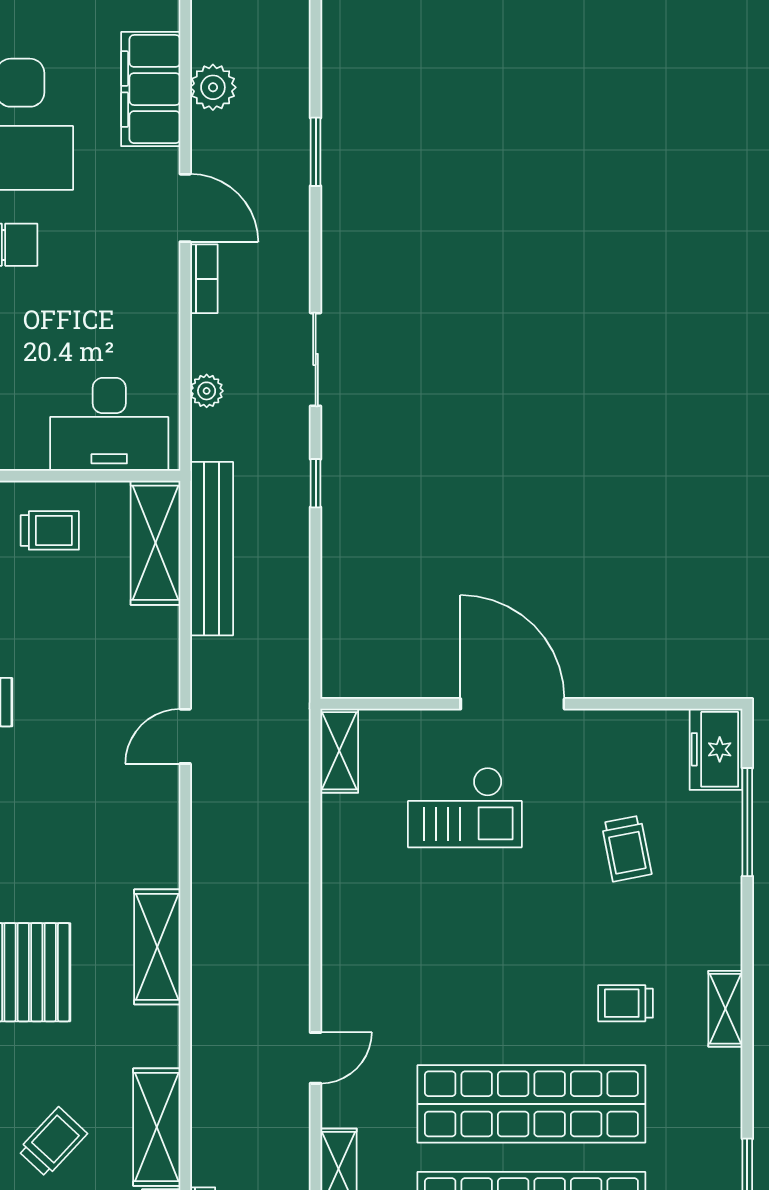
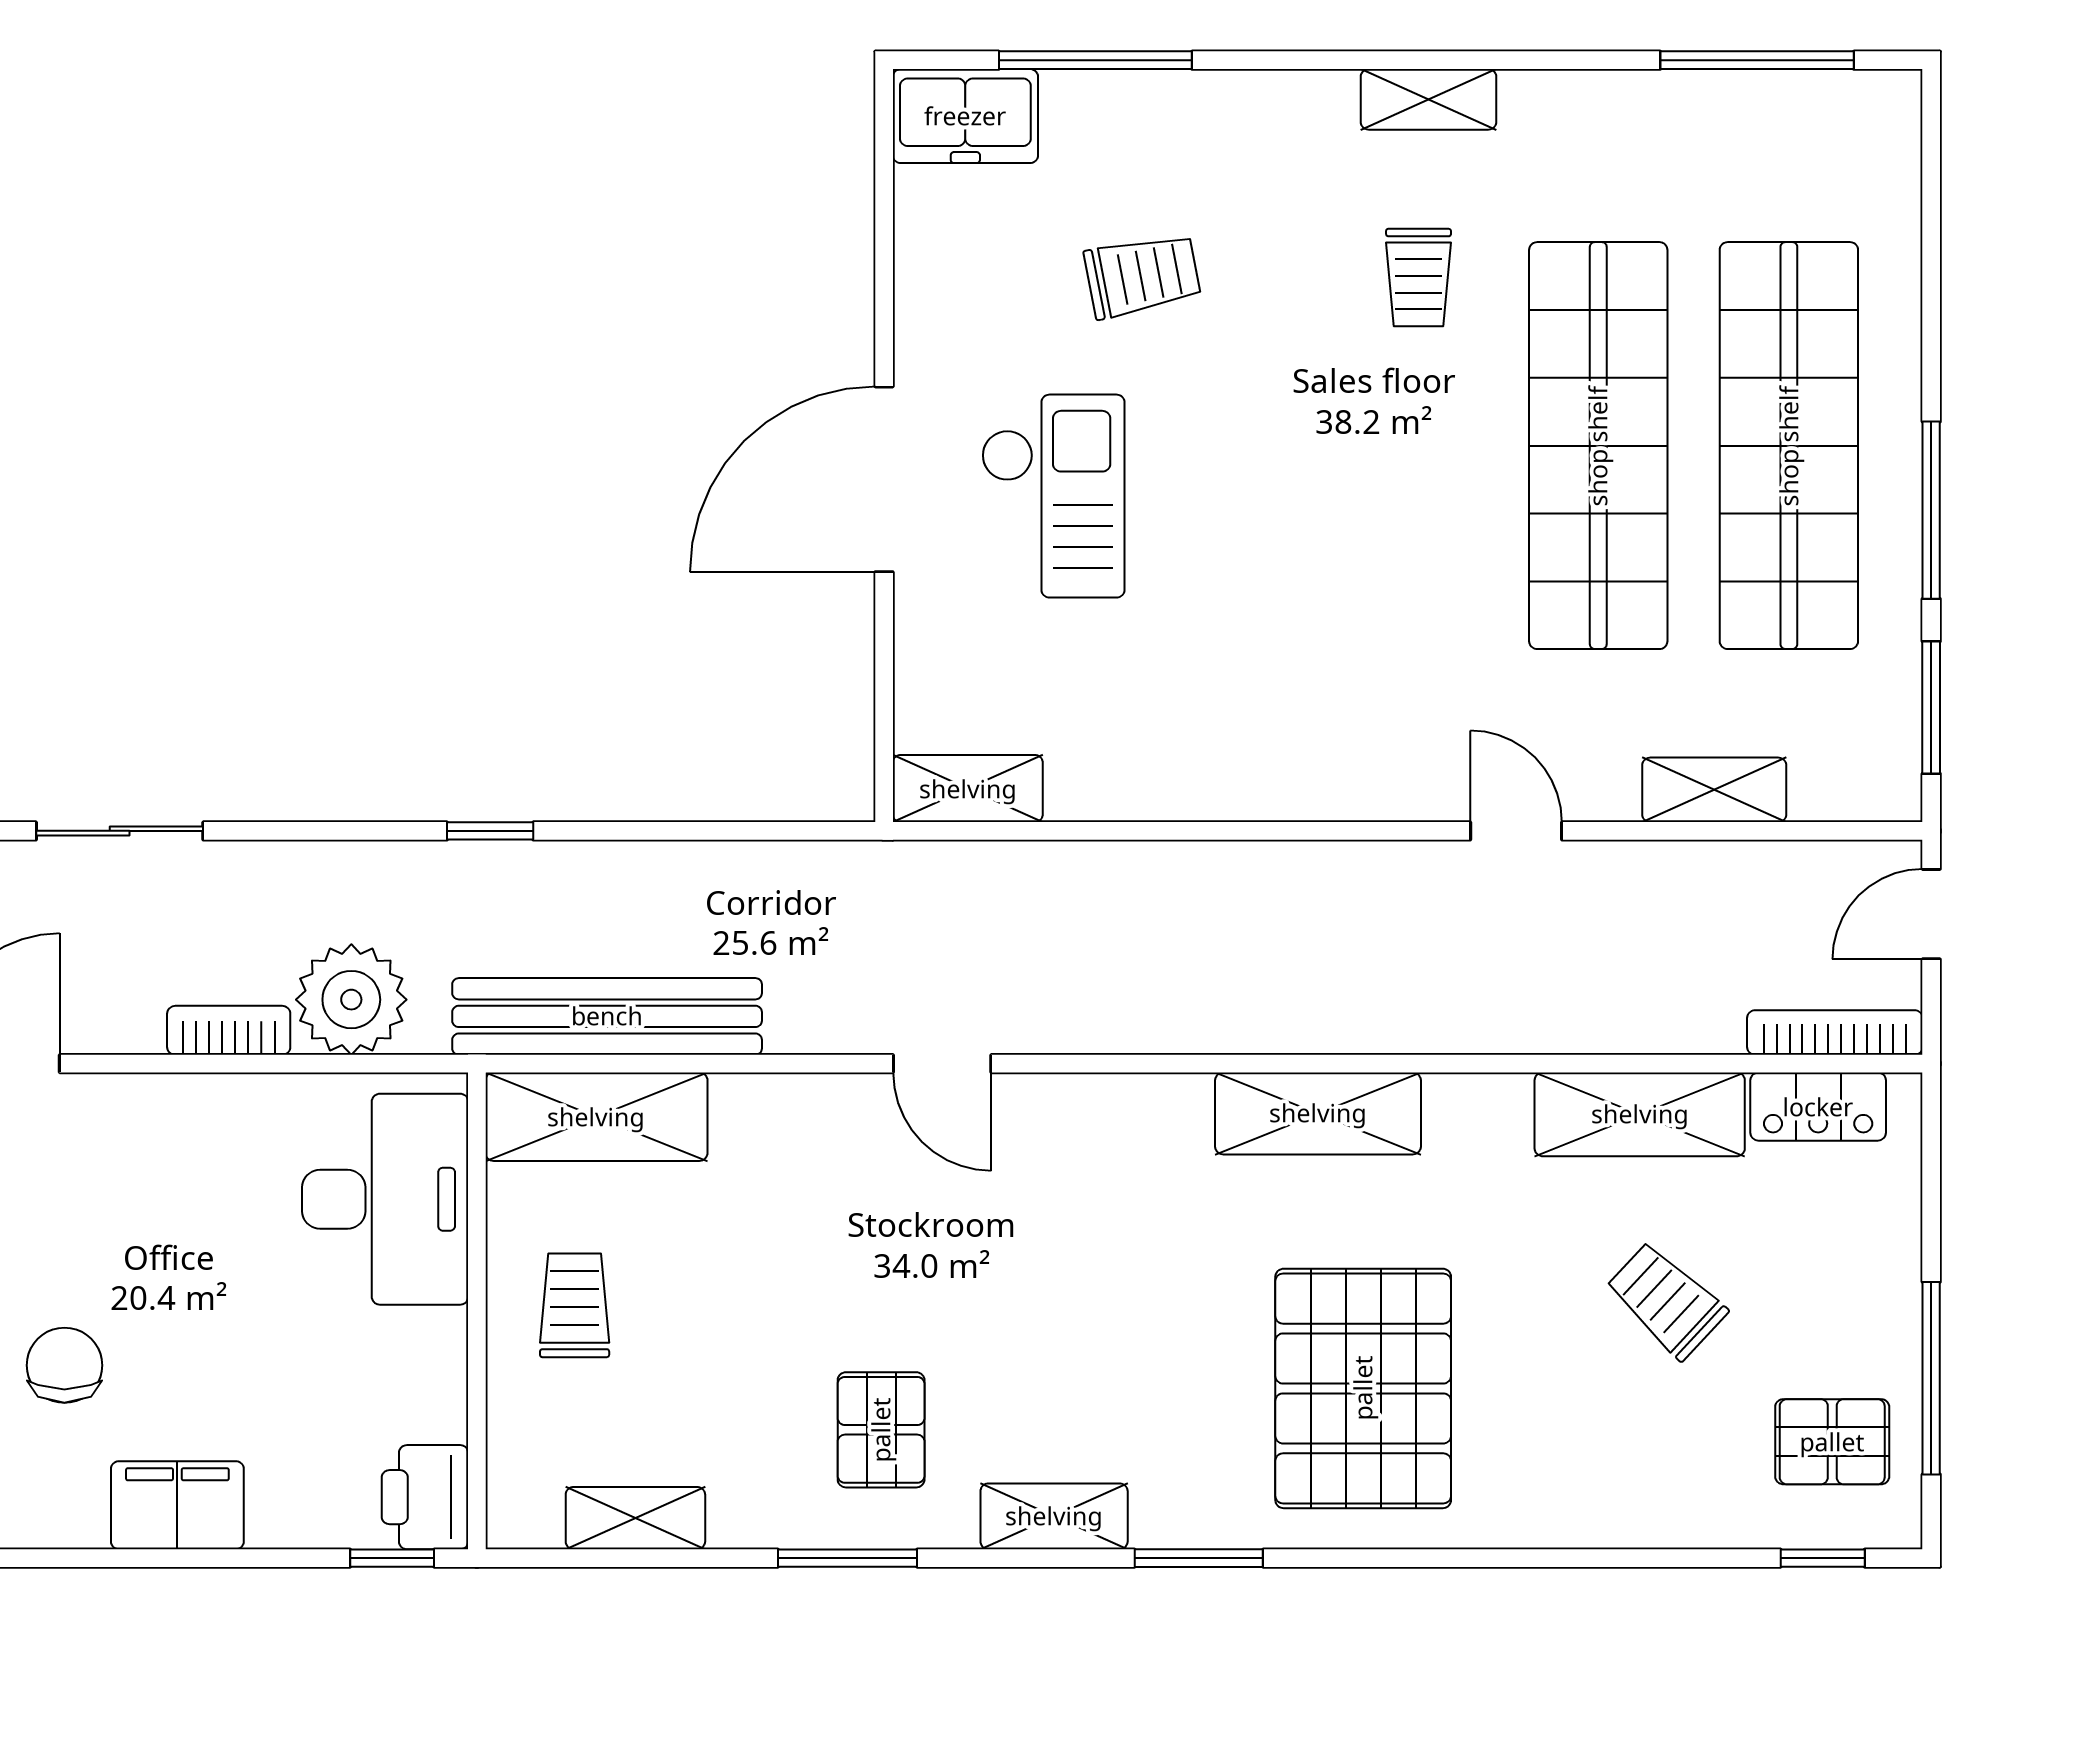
bookcase: (204, 279) -> (229, 1030), moved
sliding door: (316, 359) -> (120, 831), moved
plant: (207, 391) -> (351, 1000), width x1.88, depth x1.88
checkout: (465, 807) -> (1053, 496), moved

